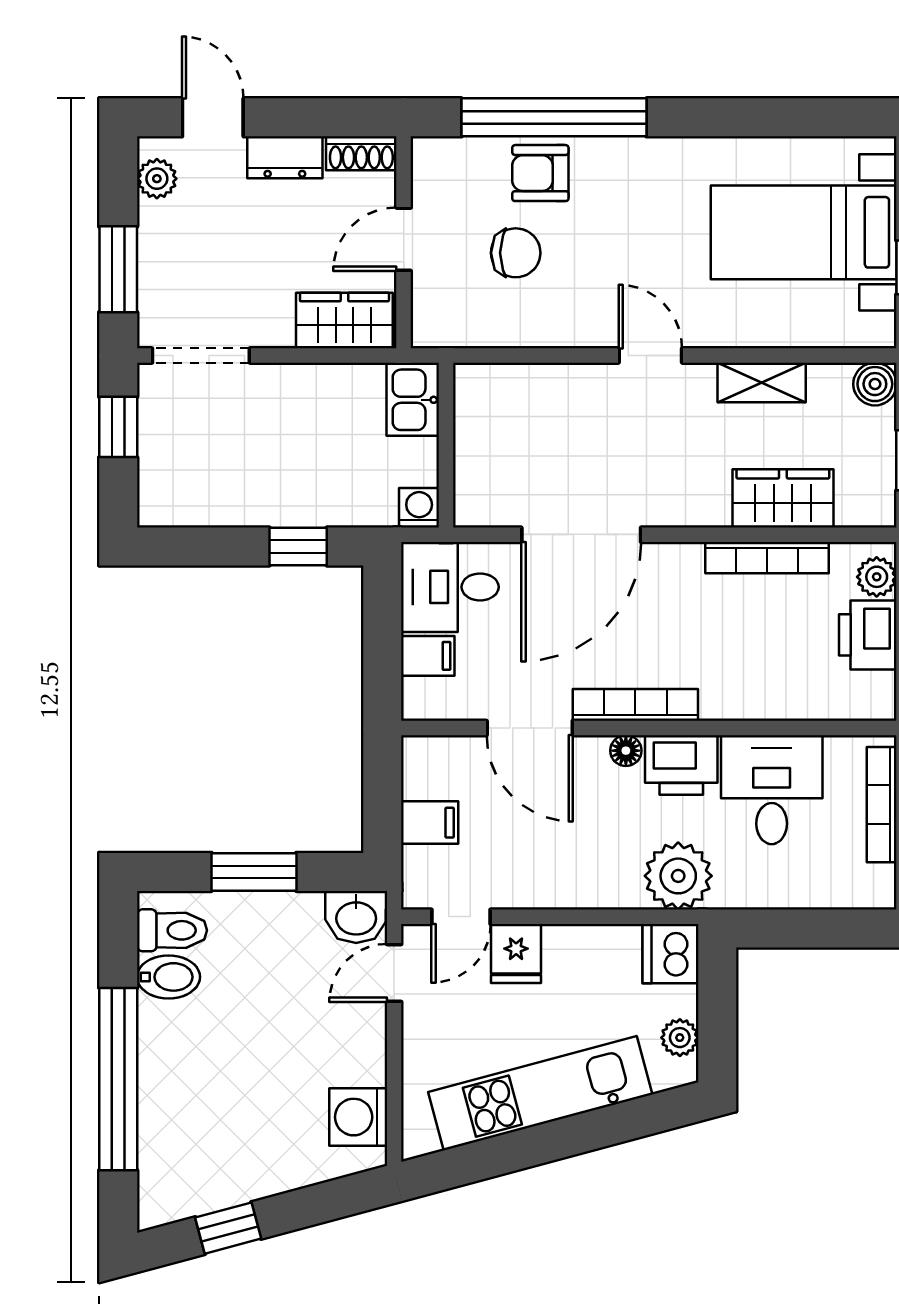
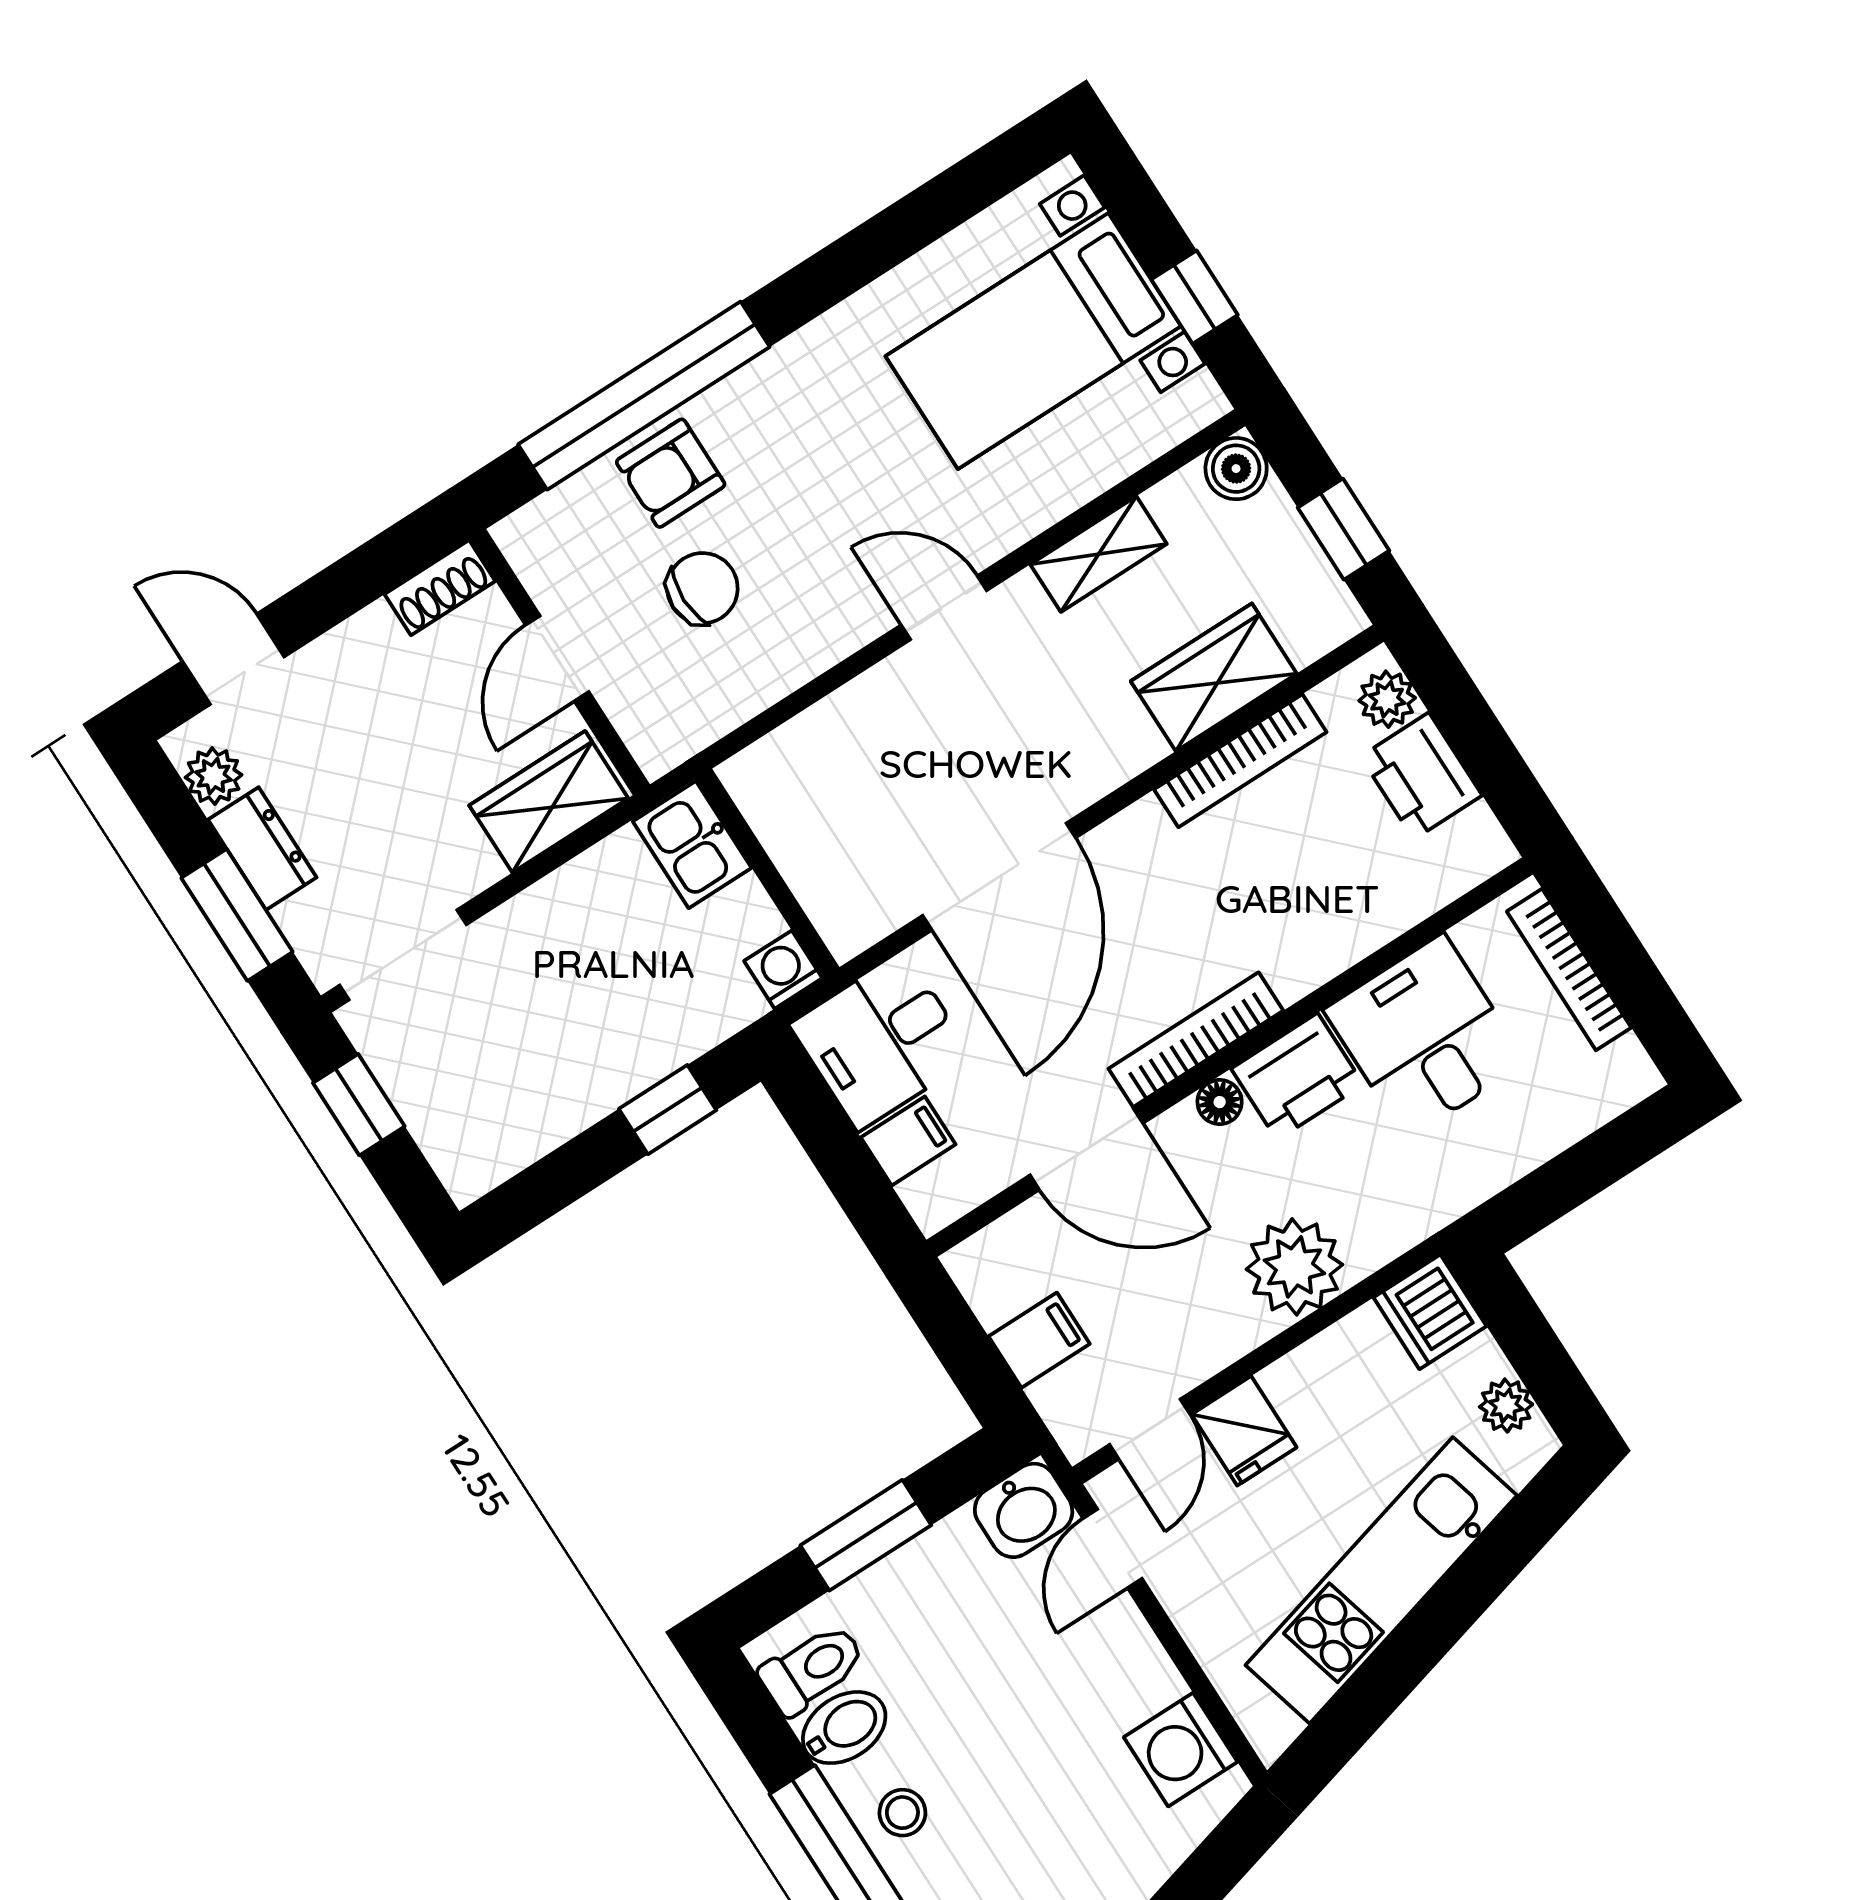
dresser: (285, 157) -> (262, 849), moved, turned -90
plant: (678, 876) -> (1294, 1267), moved
stool: (171, 1049) -> (902, 1813), added

